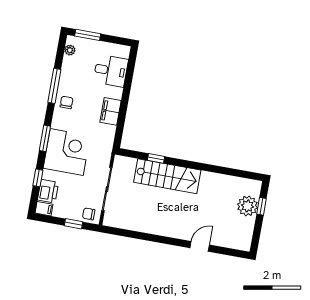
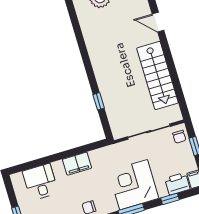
stairs: (167, 176) -> (158, 75), moved, turned 180

